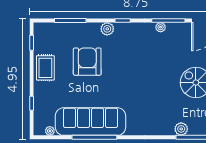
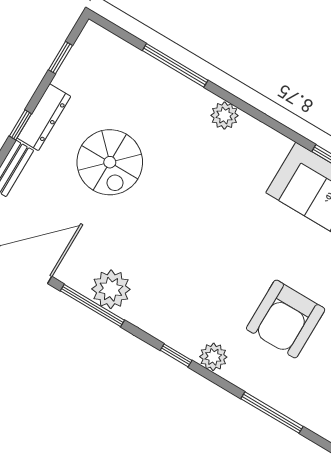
plant: (161, 27) -> (111, 289), width x1.88, depth x1.88
plant: (181, 129) -> (225, 116), moved

